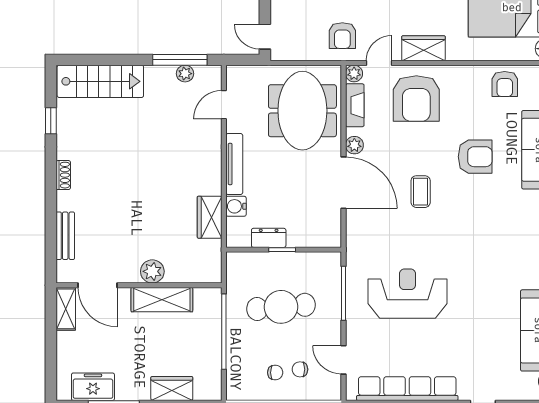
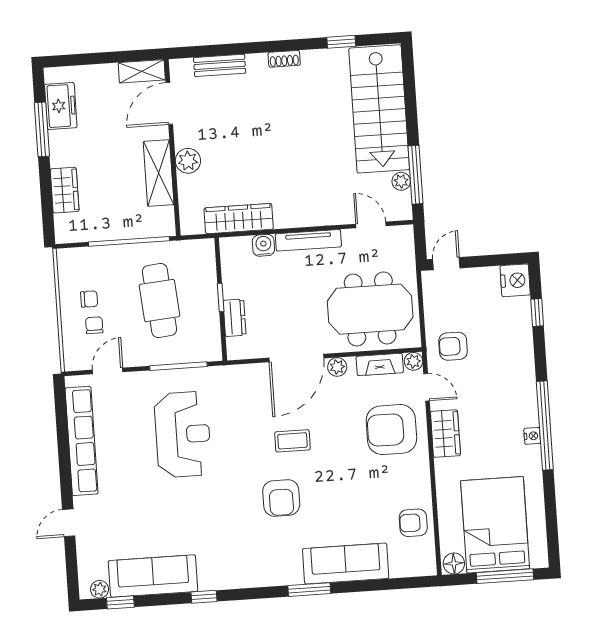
stairs: (100, 81) -> (379, 109), width x1.36, depth x1.51
armchair: (475, 157) -> (281, 498), moved
wardrobe: (210, 217) -> (239, 219), width x1.50
dresser: (269, 238) -> (235, 318), moved
chair: (275, 373) -> (89, 299), turned -90

